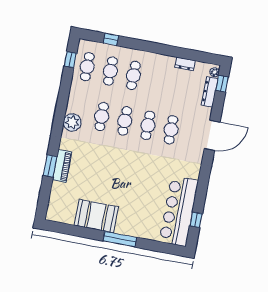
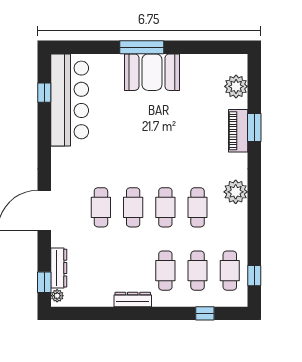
dresser: (185, 64) -> (133, 299), moved, width x1.44
plant: (58, 198) -> (236, 86), added
booth: (96, 216) -> (152, 72), moved

